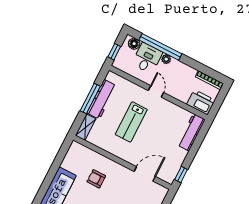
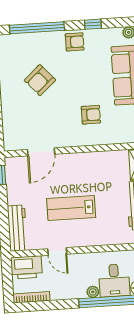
door: (156, 91) -> (57, 251), moved
lab bench: (131, 122) -> (71, 208), moved, turned -90

